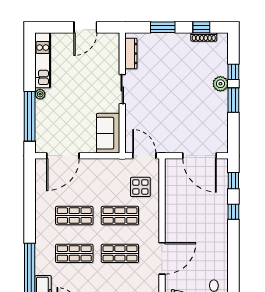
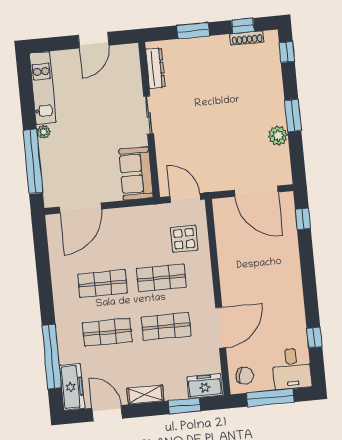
window: (233, 72) -> (287, 52), moved
plant: (220, 84) -> (278, 136), moved
window: (233, 212) -> (314, 338), moved

